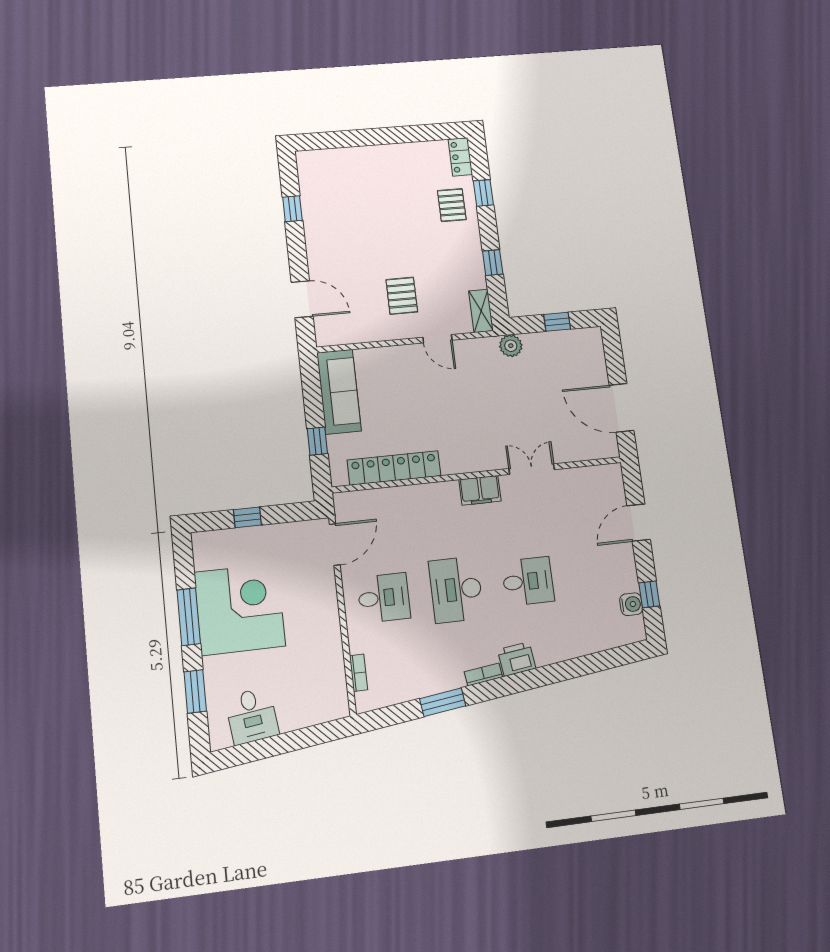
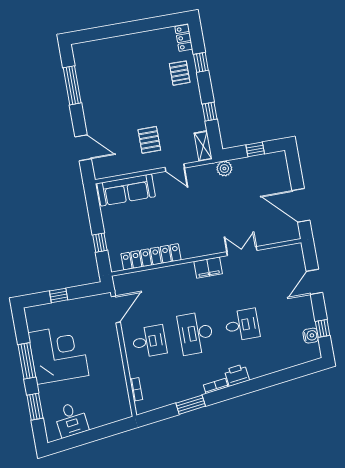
window: (292, 209) -> (72, 85), width x2.17
sofa: (339, 392) -> (126, 190), moved, turned 90

